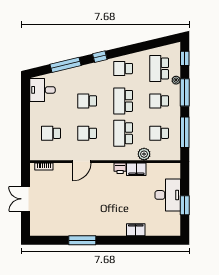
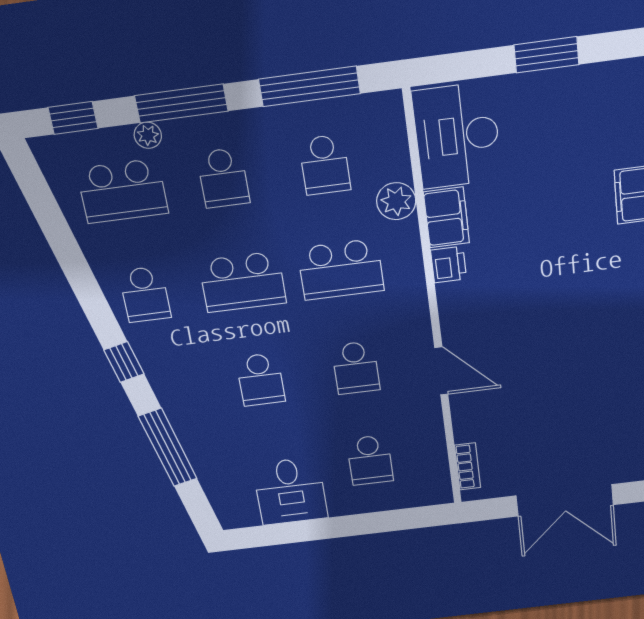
desk: (42, 90) -> (290, 491), moved
desk: (168, 195) -> (457, 136), moved, turned -90
double door: (25, 199) -> (565, 500), width x1.37

